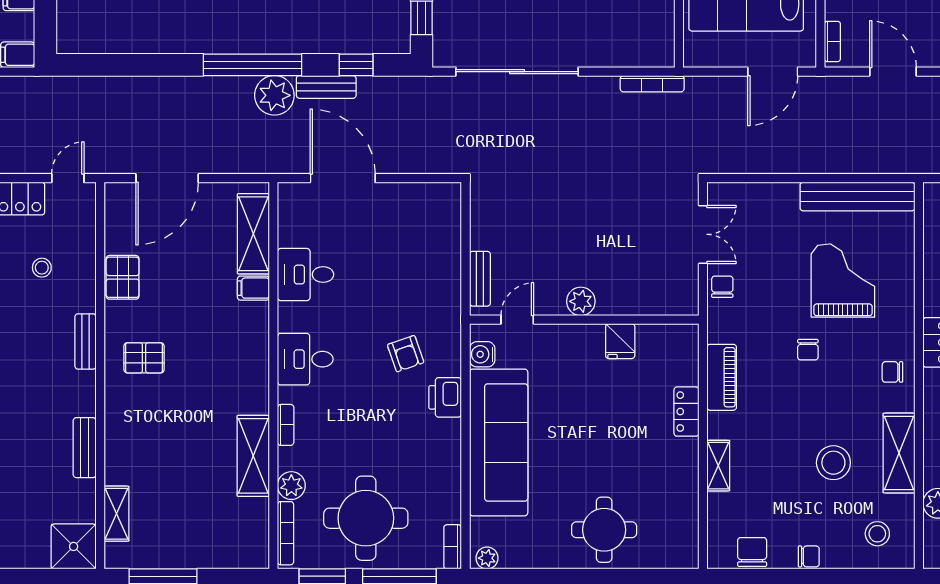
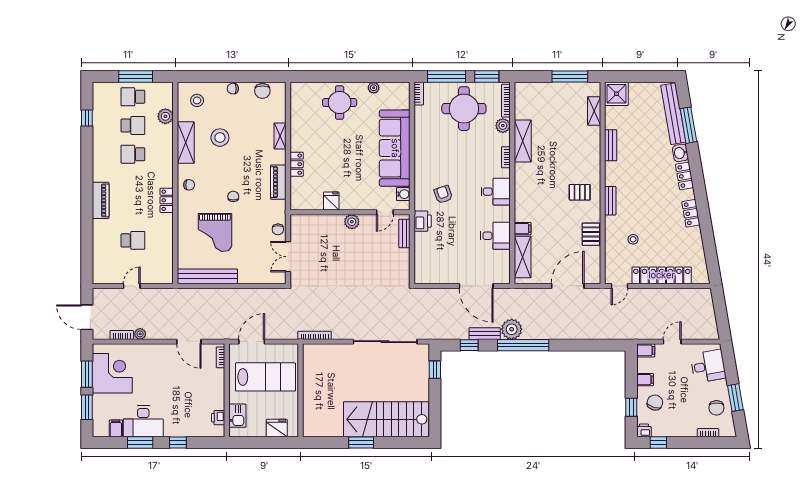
printer: (445, 397) -> (423, 221), moved
plant: (487, 558) -> (374, 88), moved

